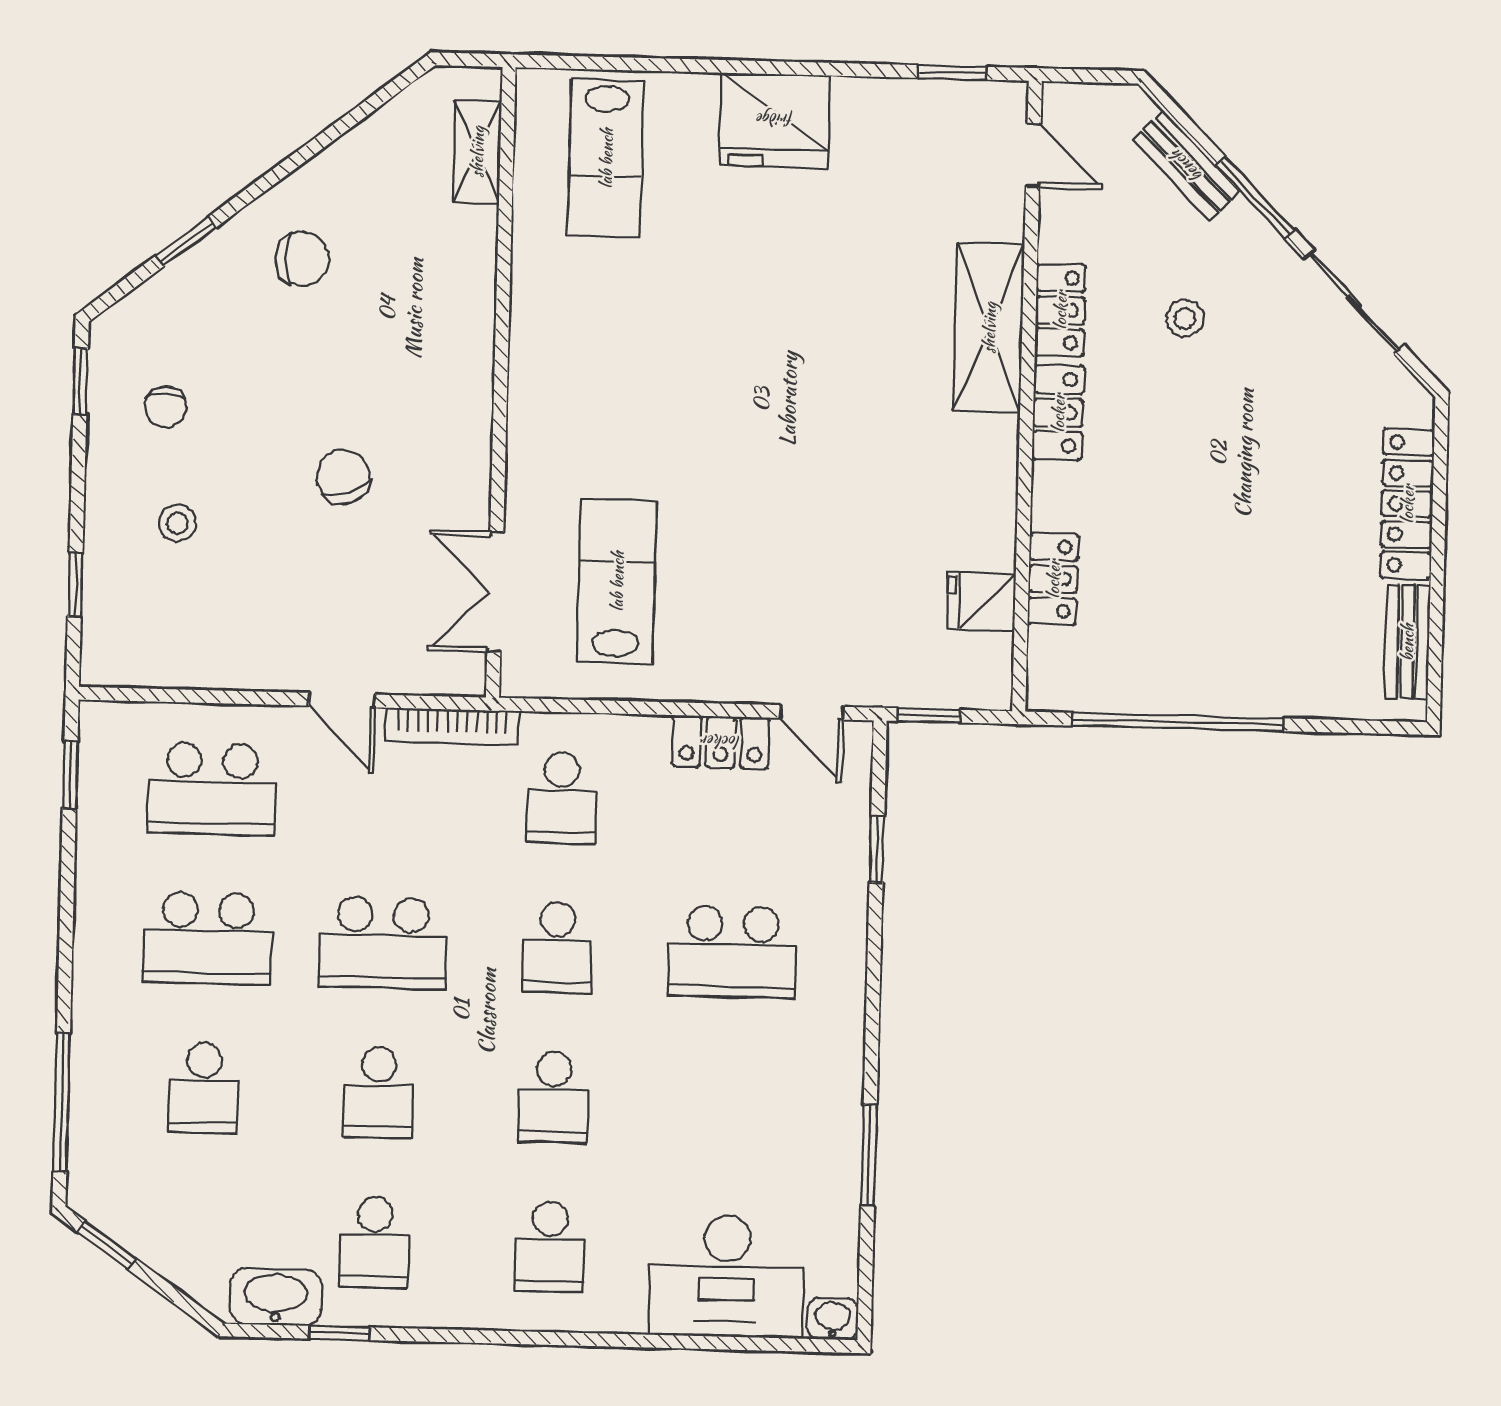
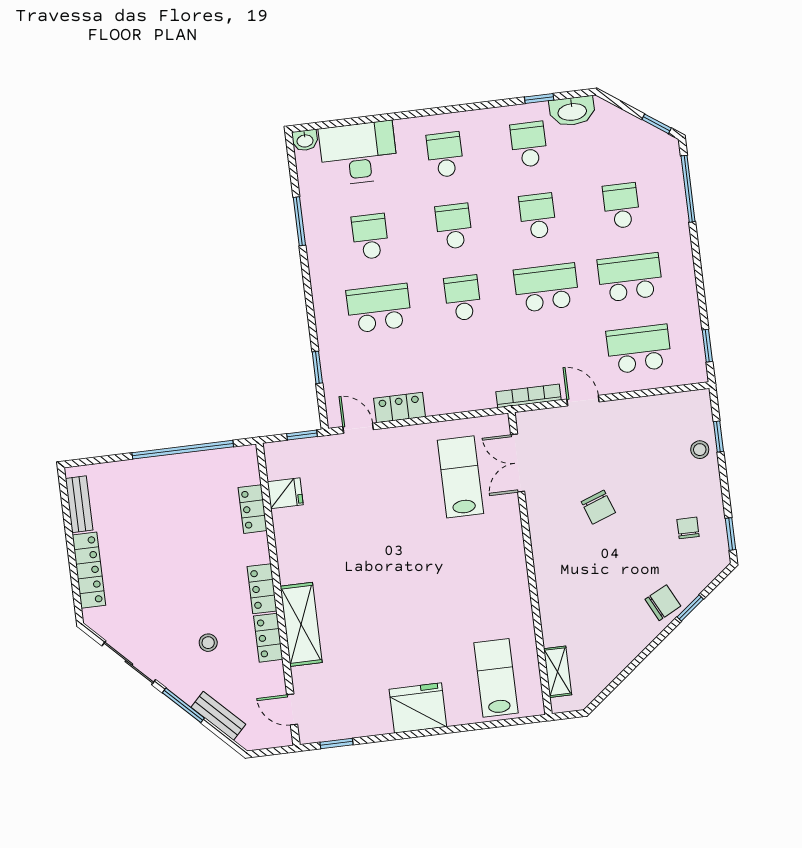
chair: (302, 259) -> (663, 603), moved, turned 153
stool: (177, 523) -> (700, 450), moved
lab bench: (617, 581) -> (460, 477), turned 180
double door: (495, 592) -> (518, 463), swing flipped
school desk: (561, 798) -> (370, 237), moved

